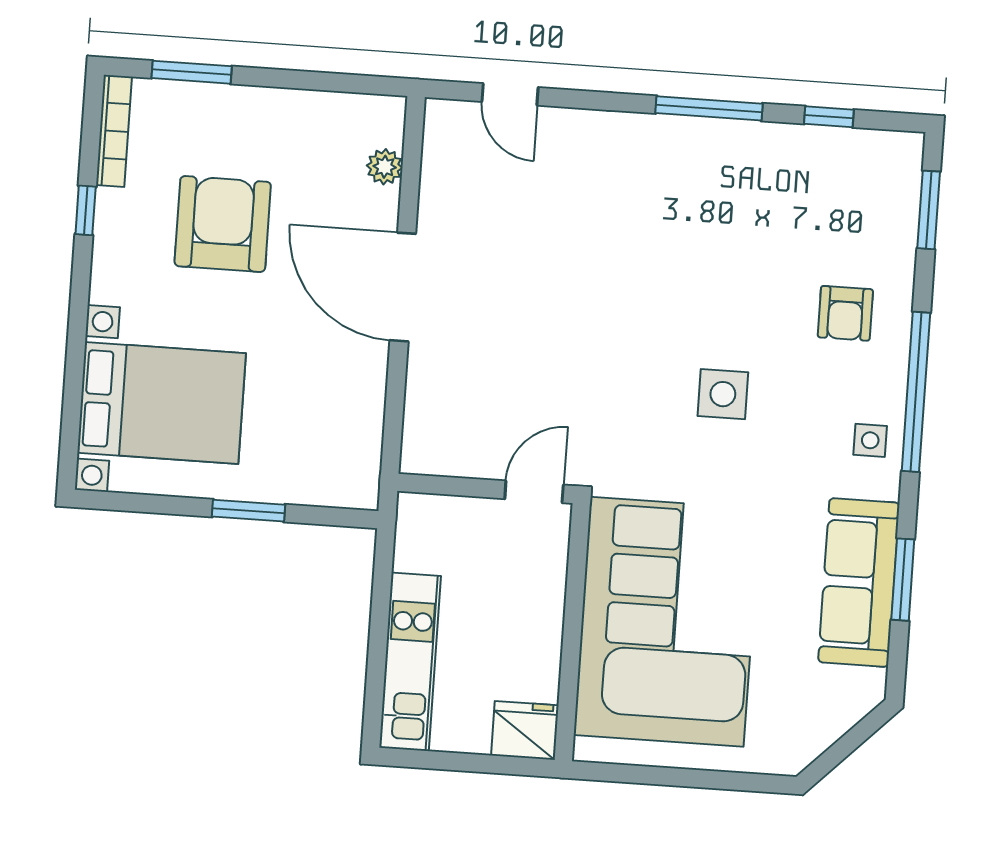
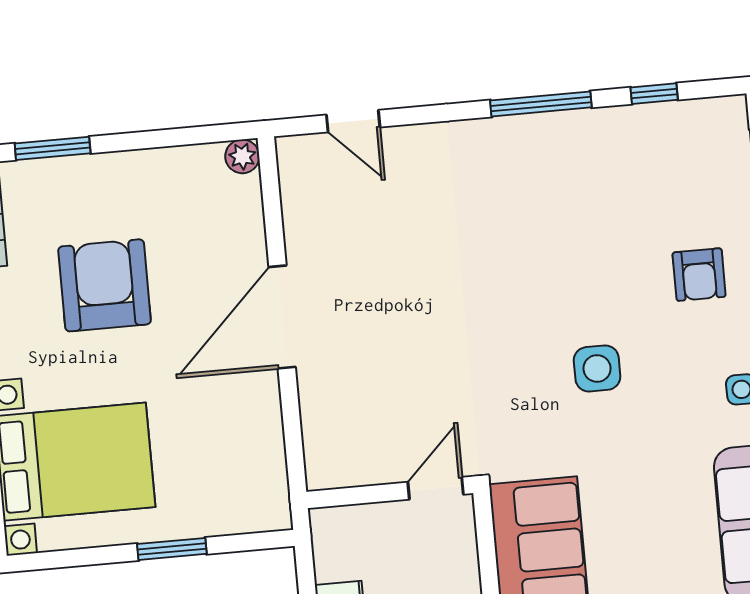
plant: (385, 167) -> (242, 156), moved
door: (403, 287) -> (282, 317), hinge flipped

